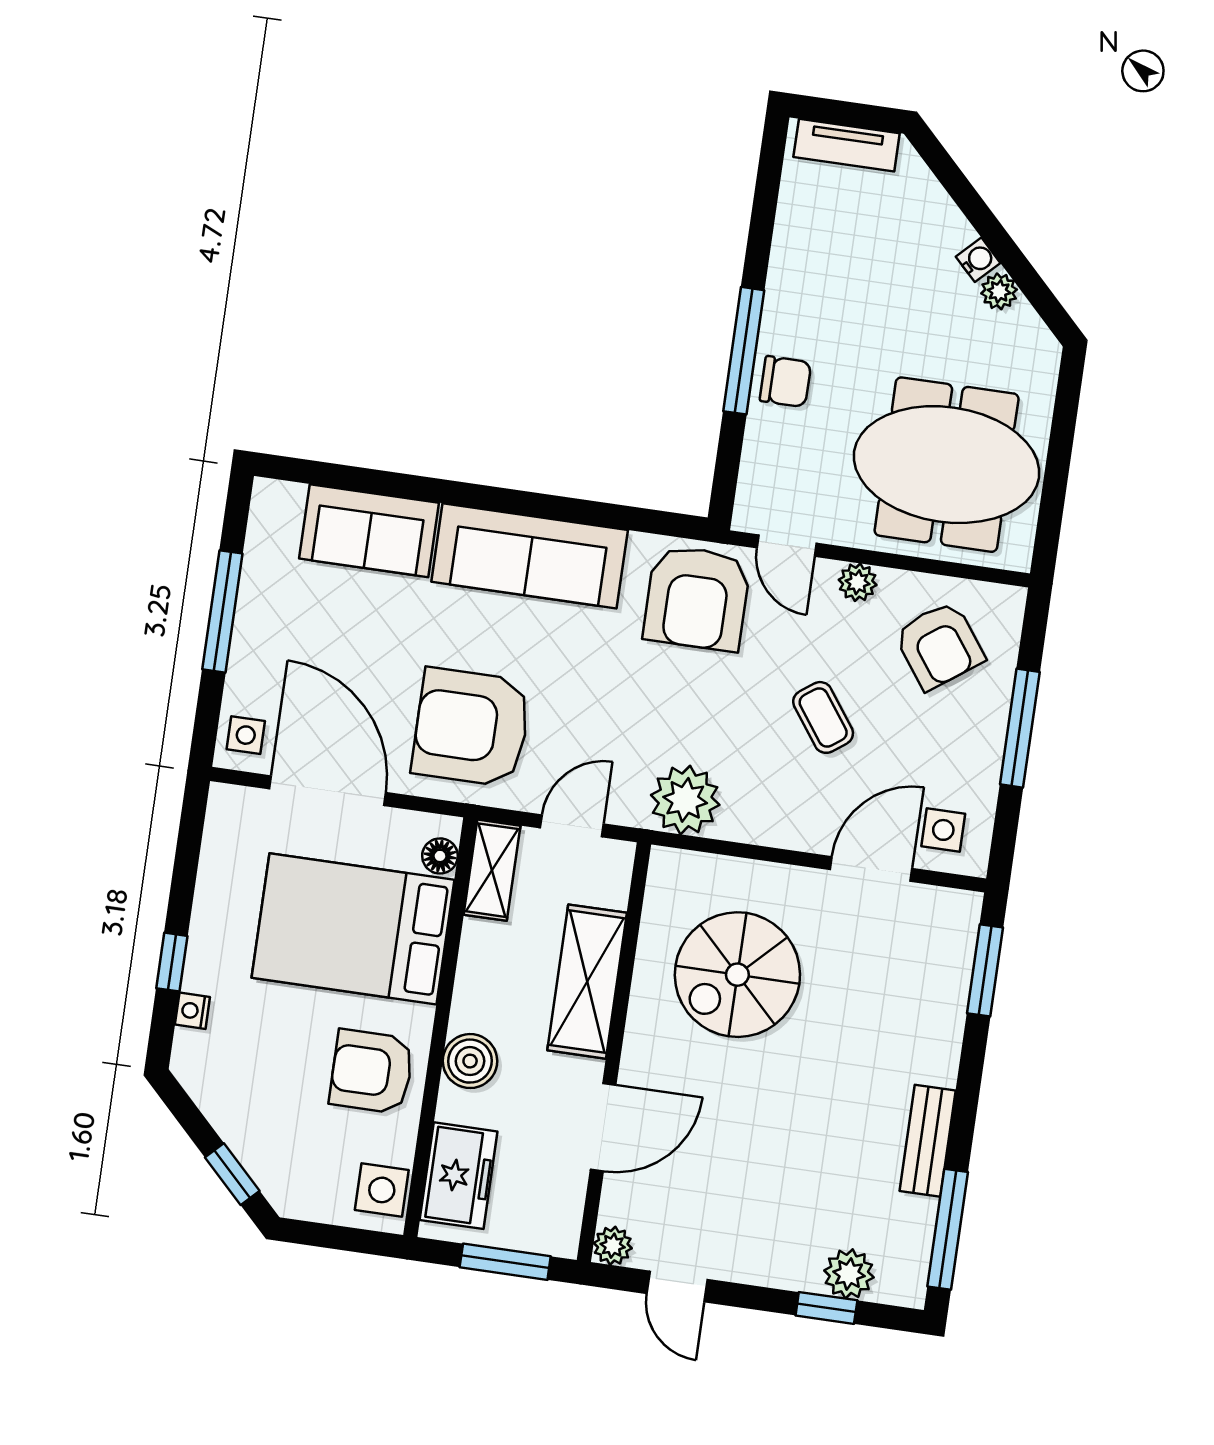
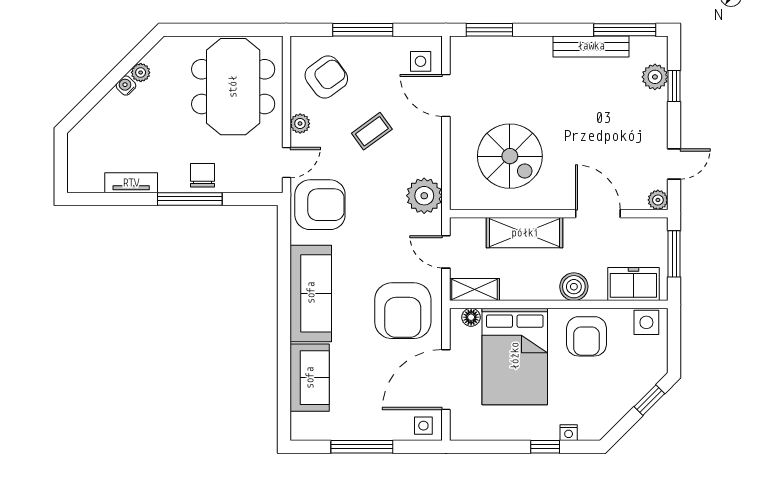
tv unit: (847, 145) -> (131, 183), moved, turned -90
bench: (928, 1141) -> (591, 46), width x1.36

